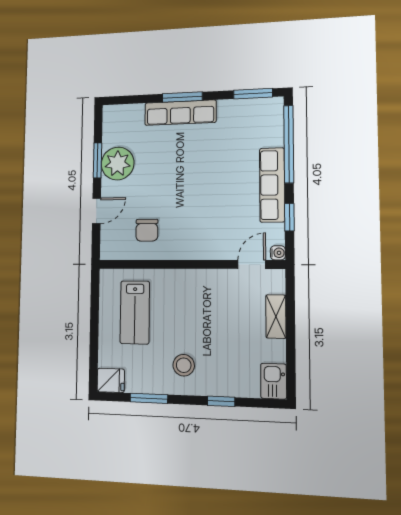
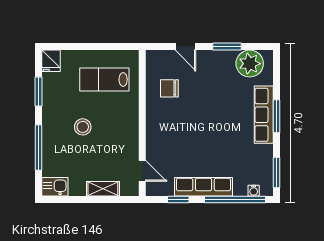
plant: (118, 164) -> (250, 64), moved
water cooler: (278, 253) -> (254, 191), moved
stool: (184, 365) -> (83, 127), moved
window: (221, 401) -> (39, 147), width x2.17

